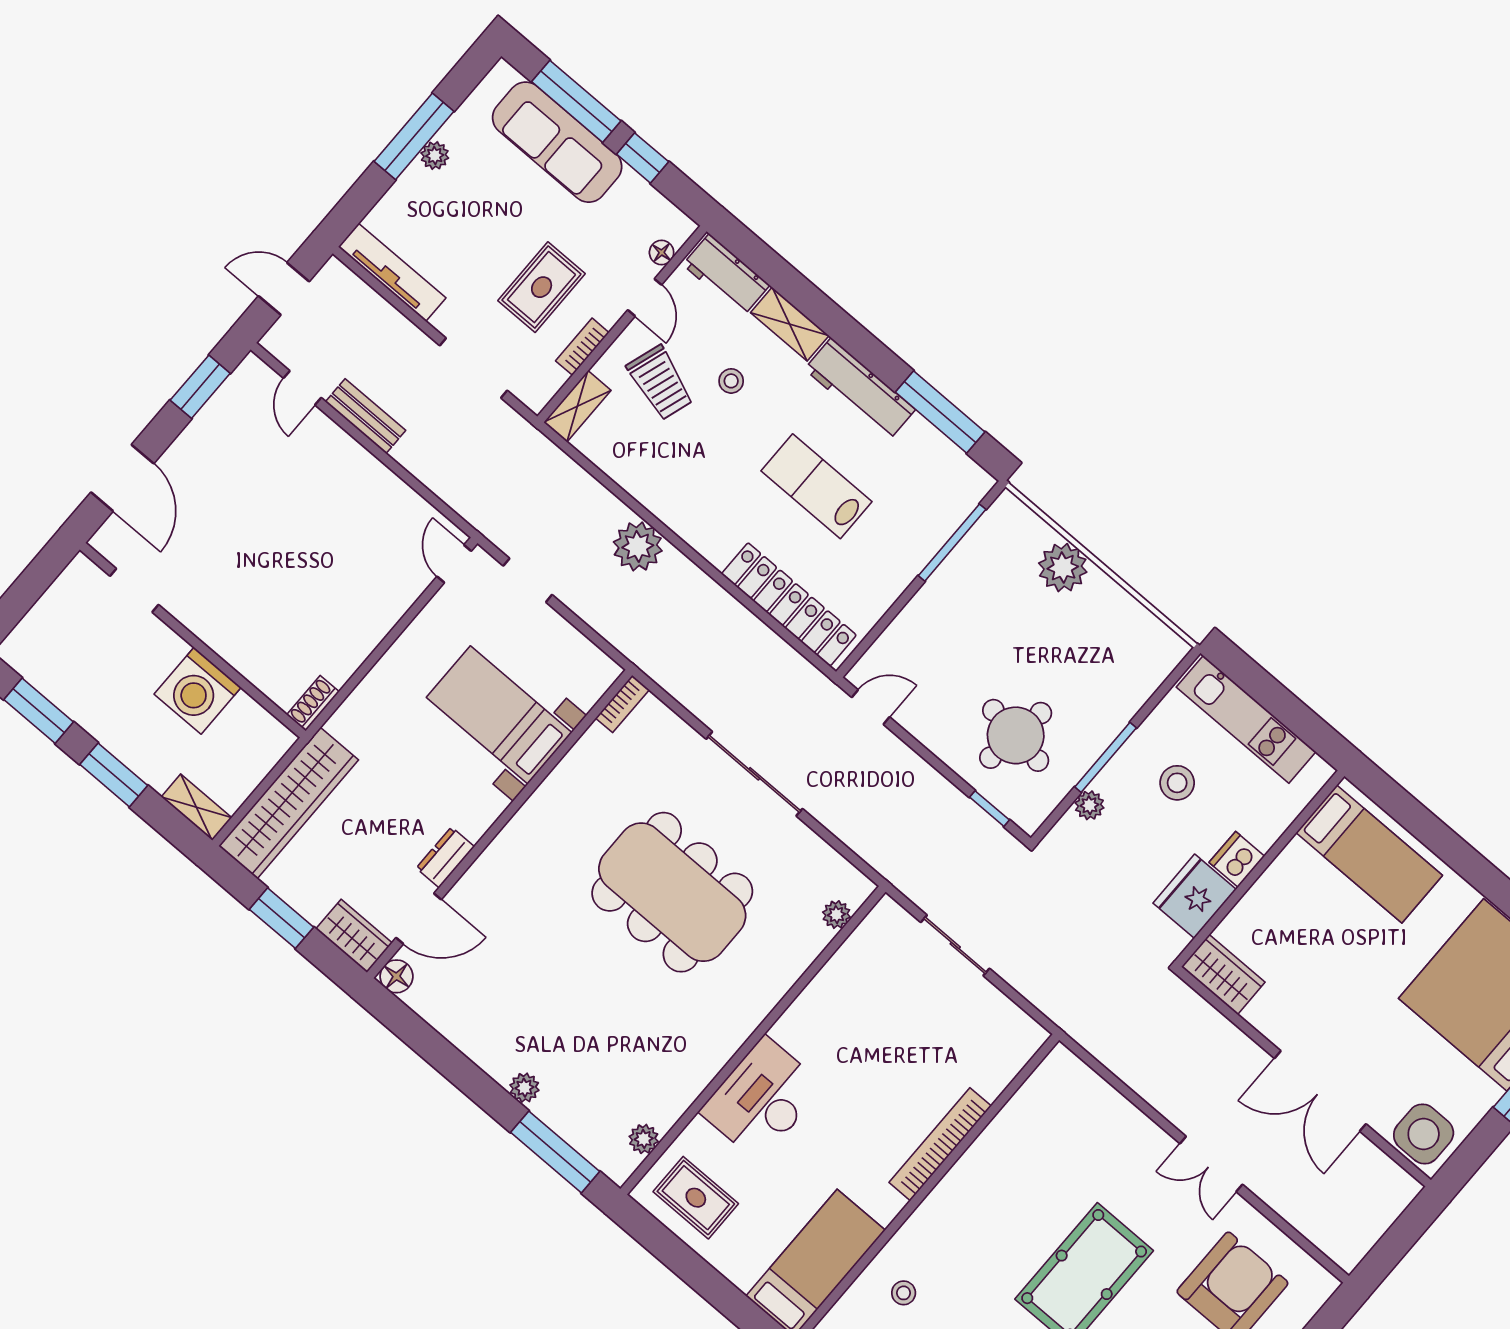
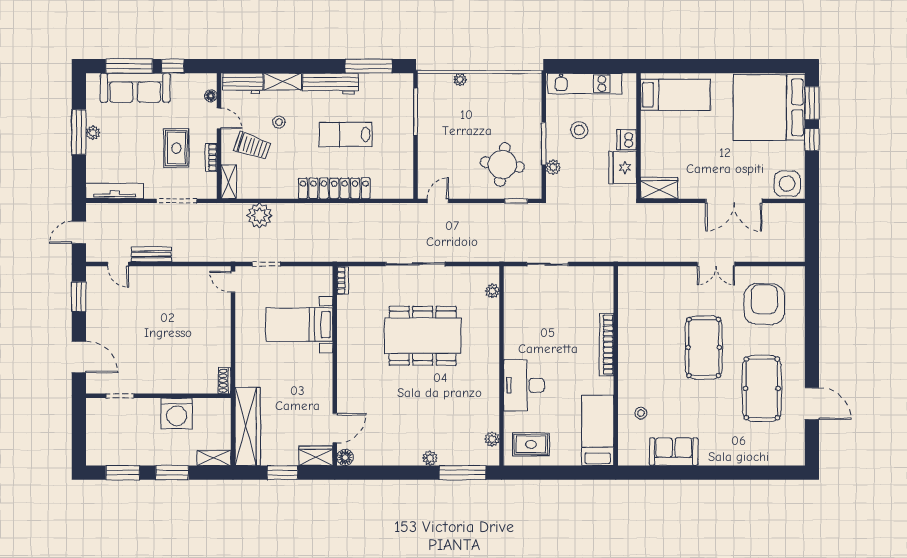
plant: (638, 546) -> (260, 215), moved
plant: (1063, 568) -> (460, 80), width x0.53, depth x0.53
locker: (789, 604) -> (334, 188), moved
dresser: (445, 857) -> (325, 396), removed

